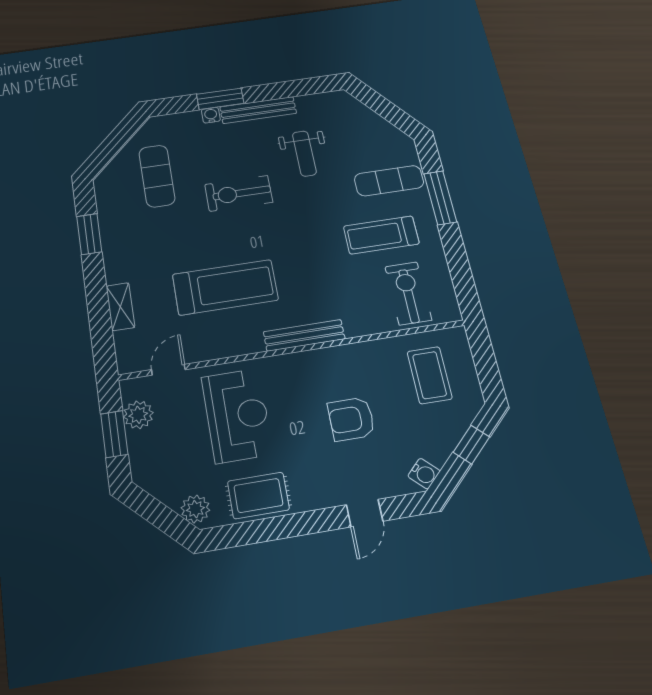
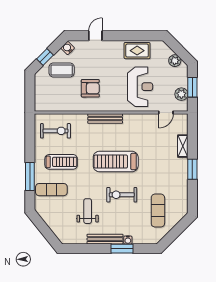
exercise bike: (239, 193) -> (122, 195), turned 180
window: (89, 234) -> (192, 169), moved
treadmill: (225, 287) -> (116, 162), moved
exercise bike: (408, 293) -> (56, 131), turned -90
coffee table: (430, 375) -> (62, 70), moved, turned 90
reception desk: (237, 415) -> (140, 87), turned 180
armchair: (351, 419) -> (90, 88), moved
plant: (195, 509) -> (175, 61), moved

